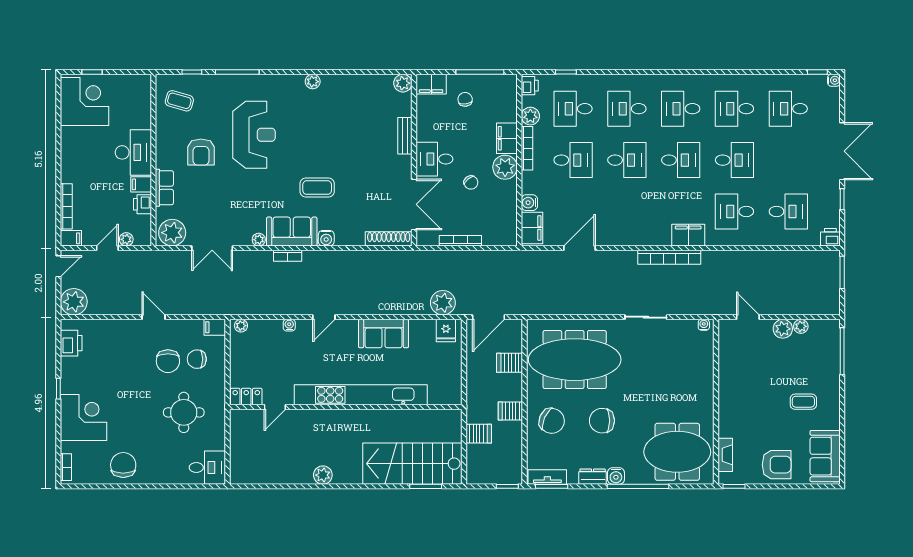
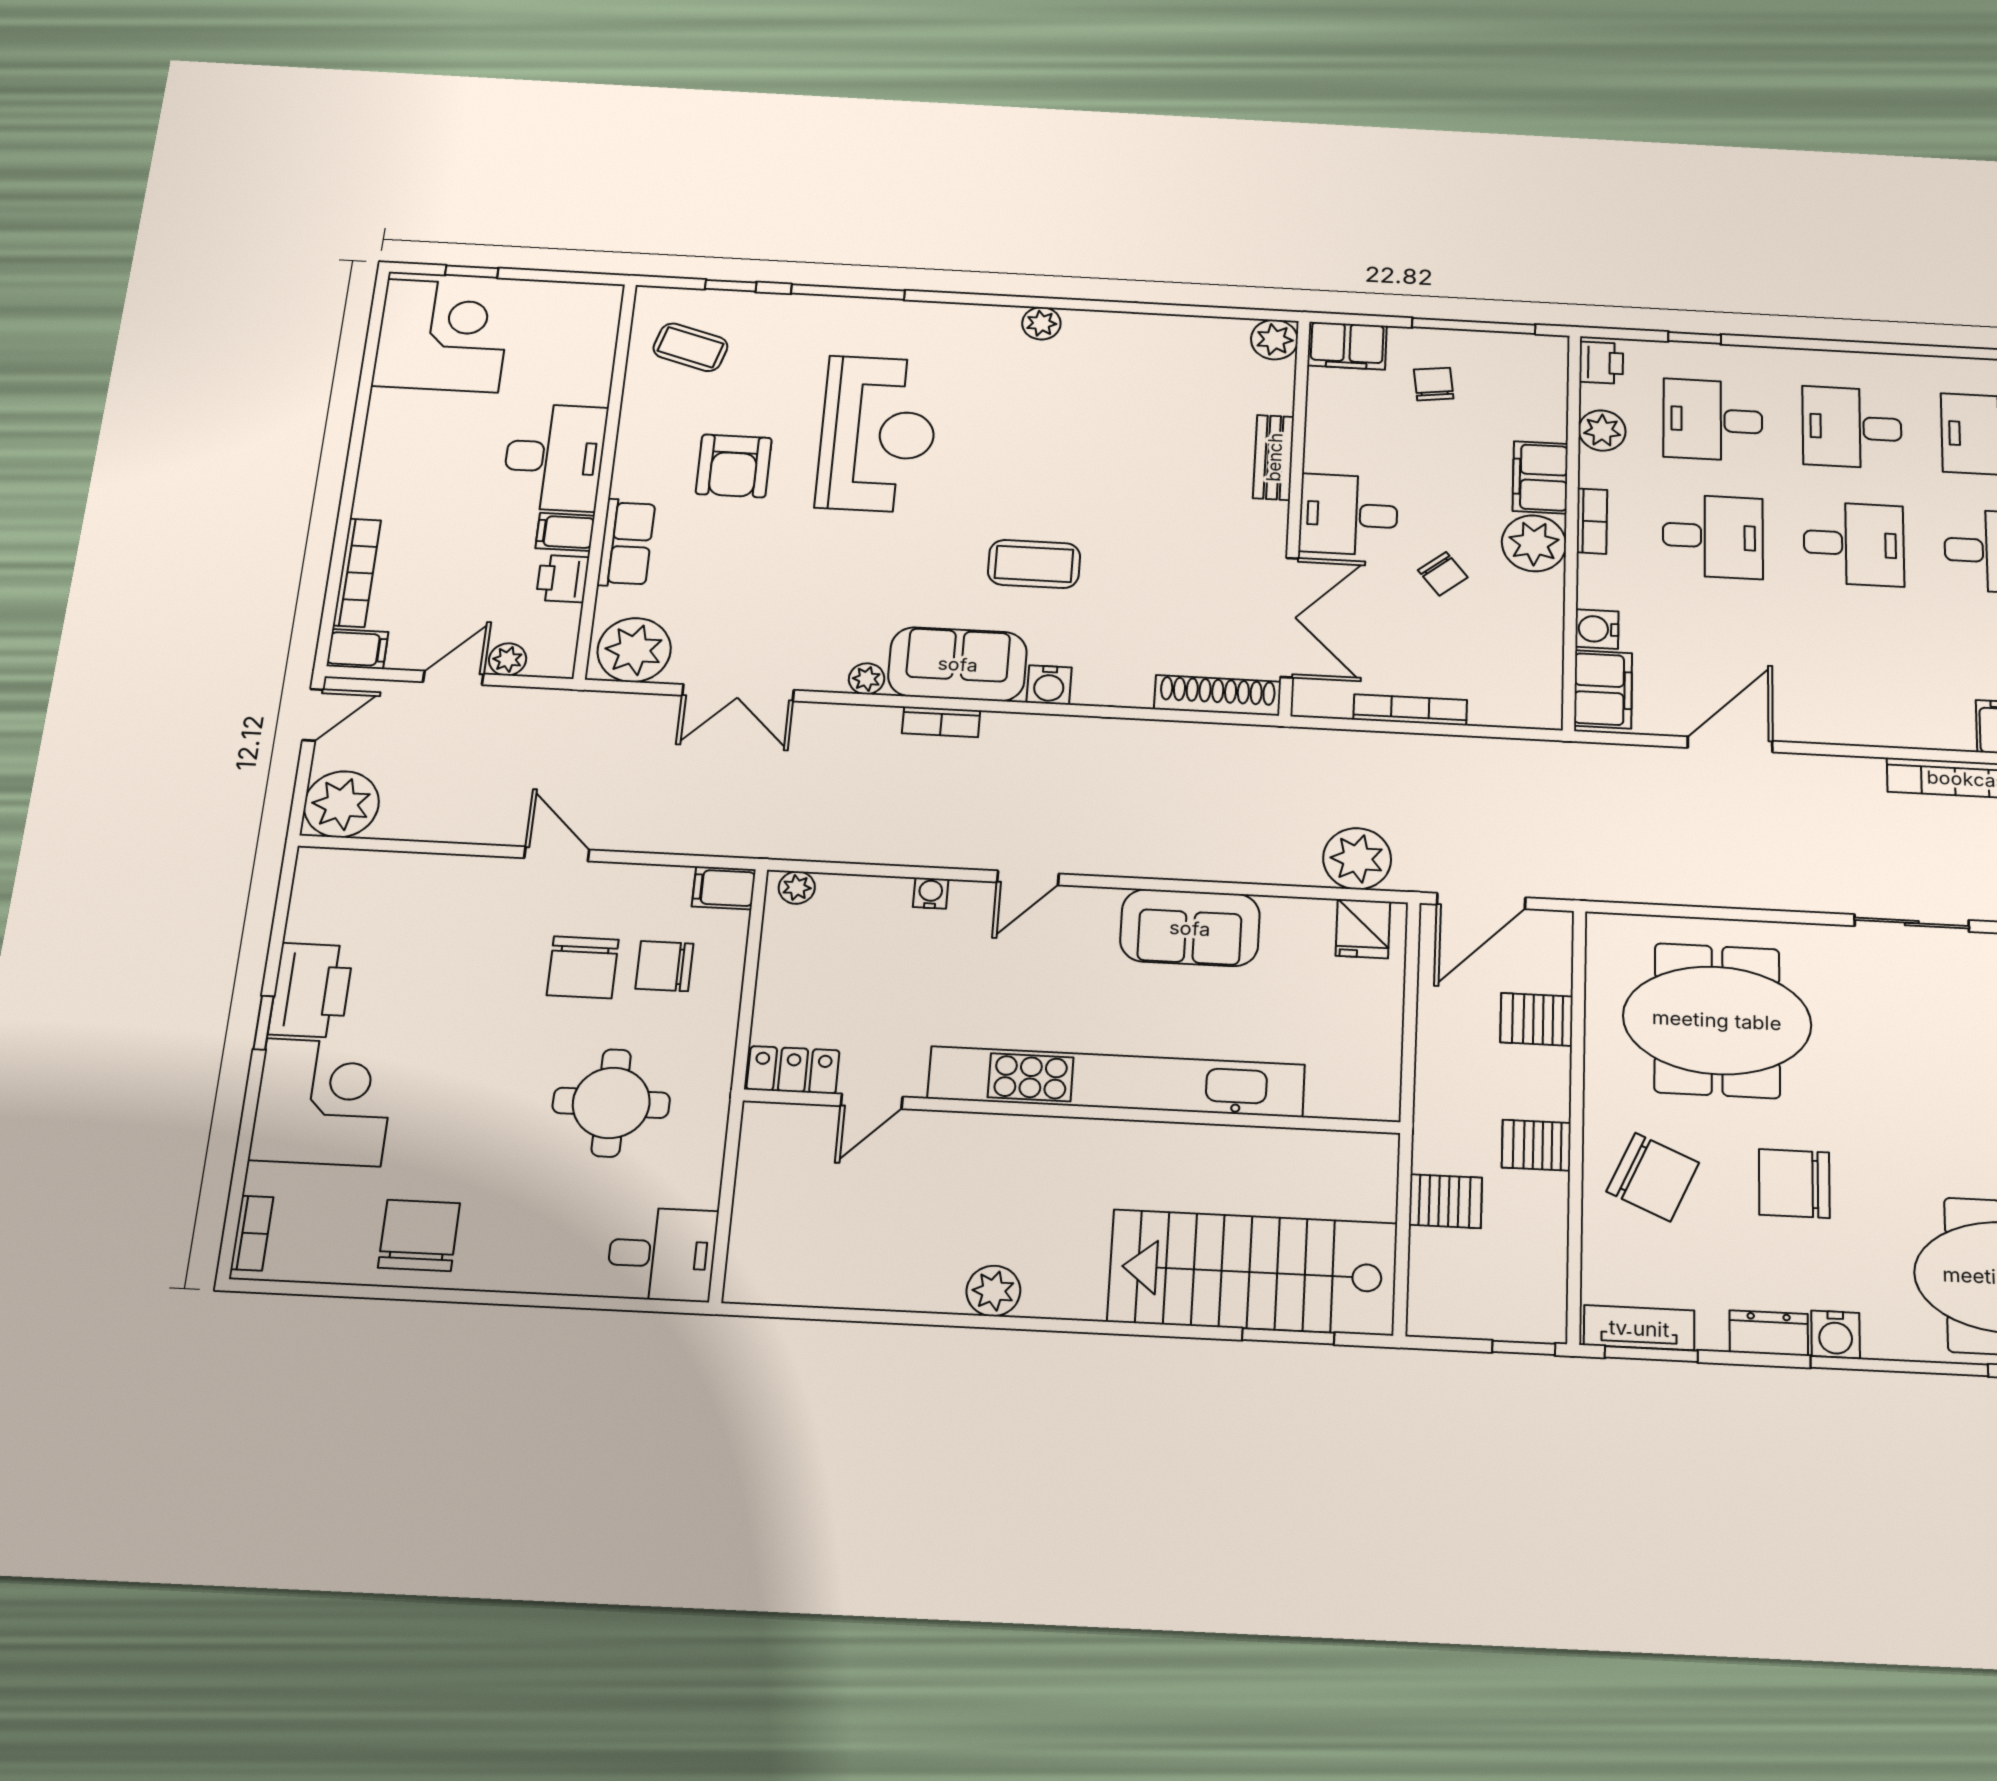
bookcase: (527, 148) -> (1592, 521), width x0.64
printer: (71, 343) -> (311, 990), moved, width x1.37, depth x1.19
meeting table: (575, 360) -> (1717, 1020), width x0.73

